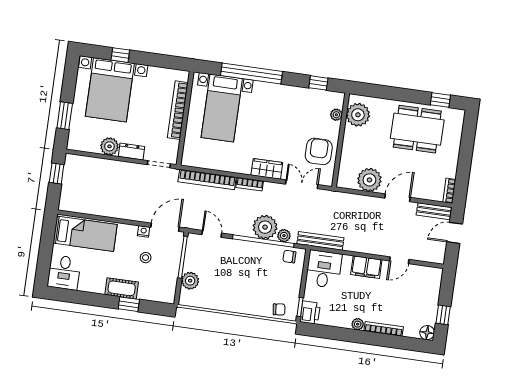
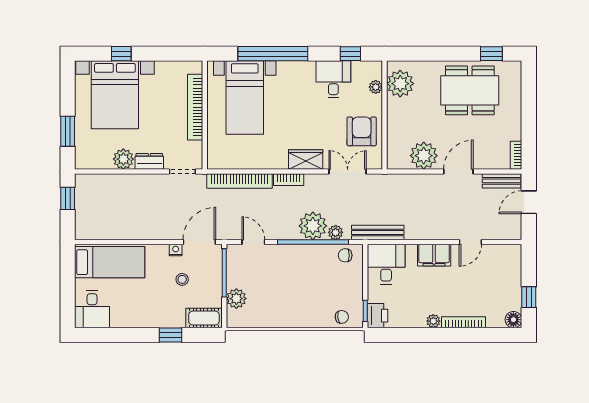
desk: (301, 103) -> (333, 79), added
cot: (122, 288) -> (204, 318), moved

